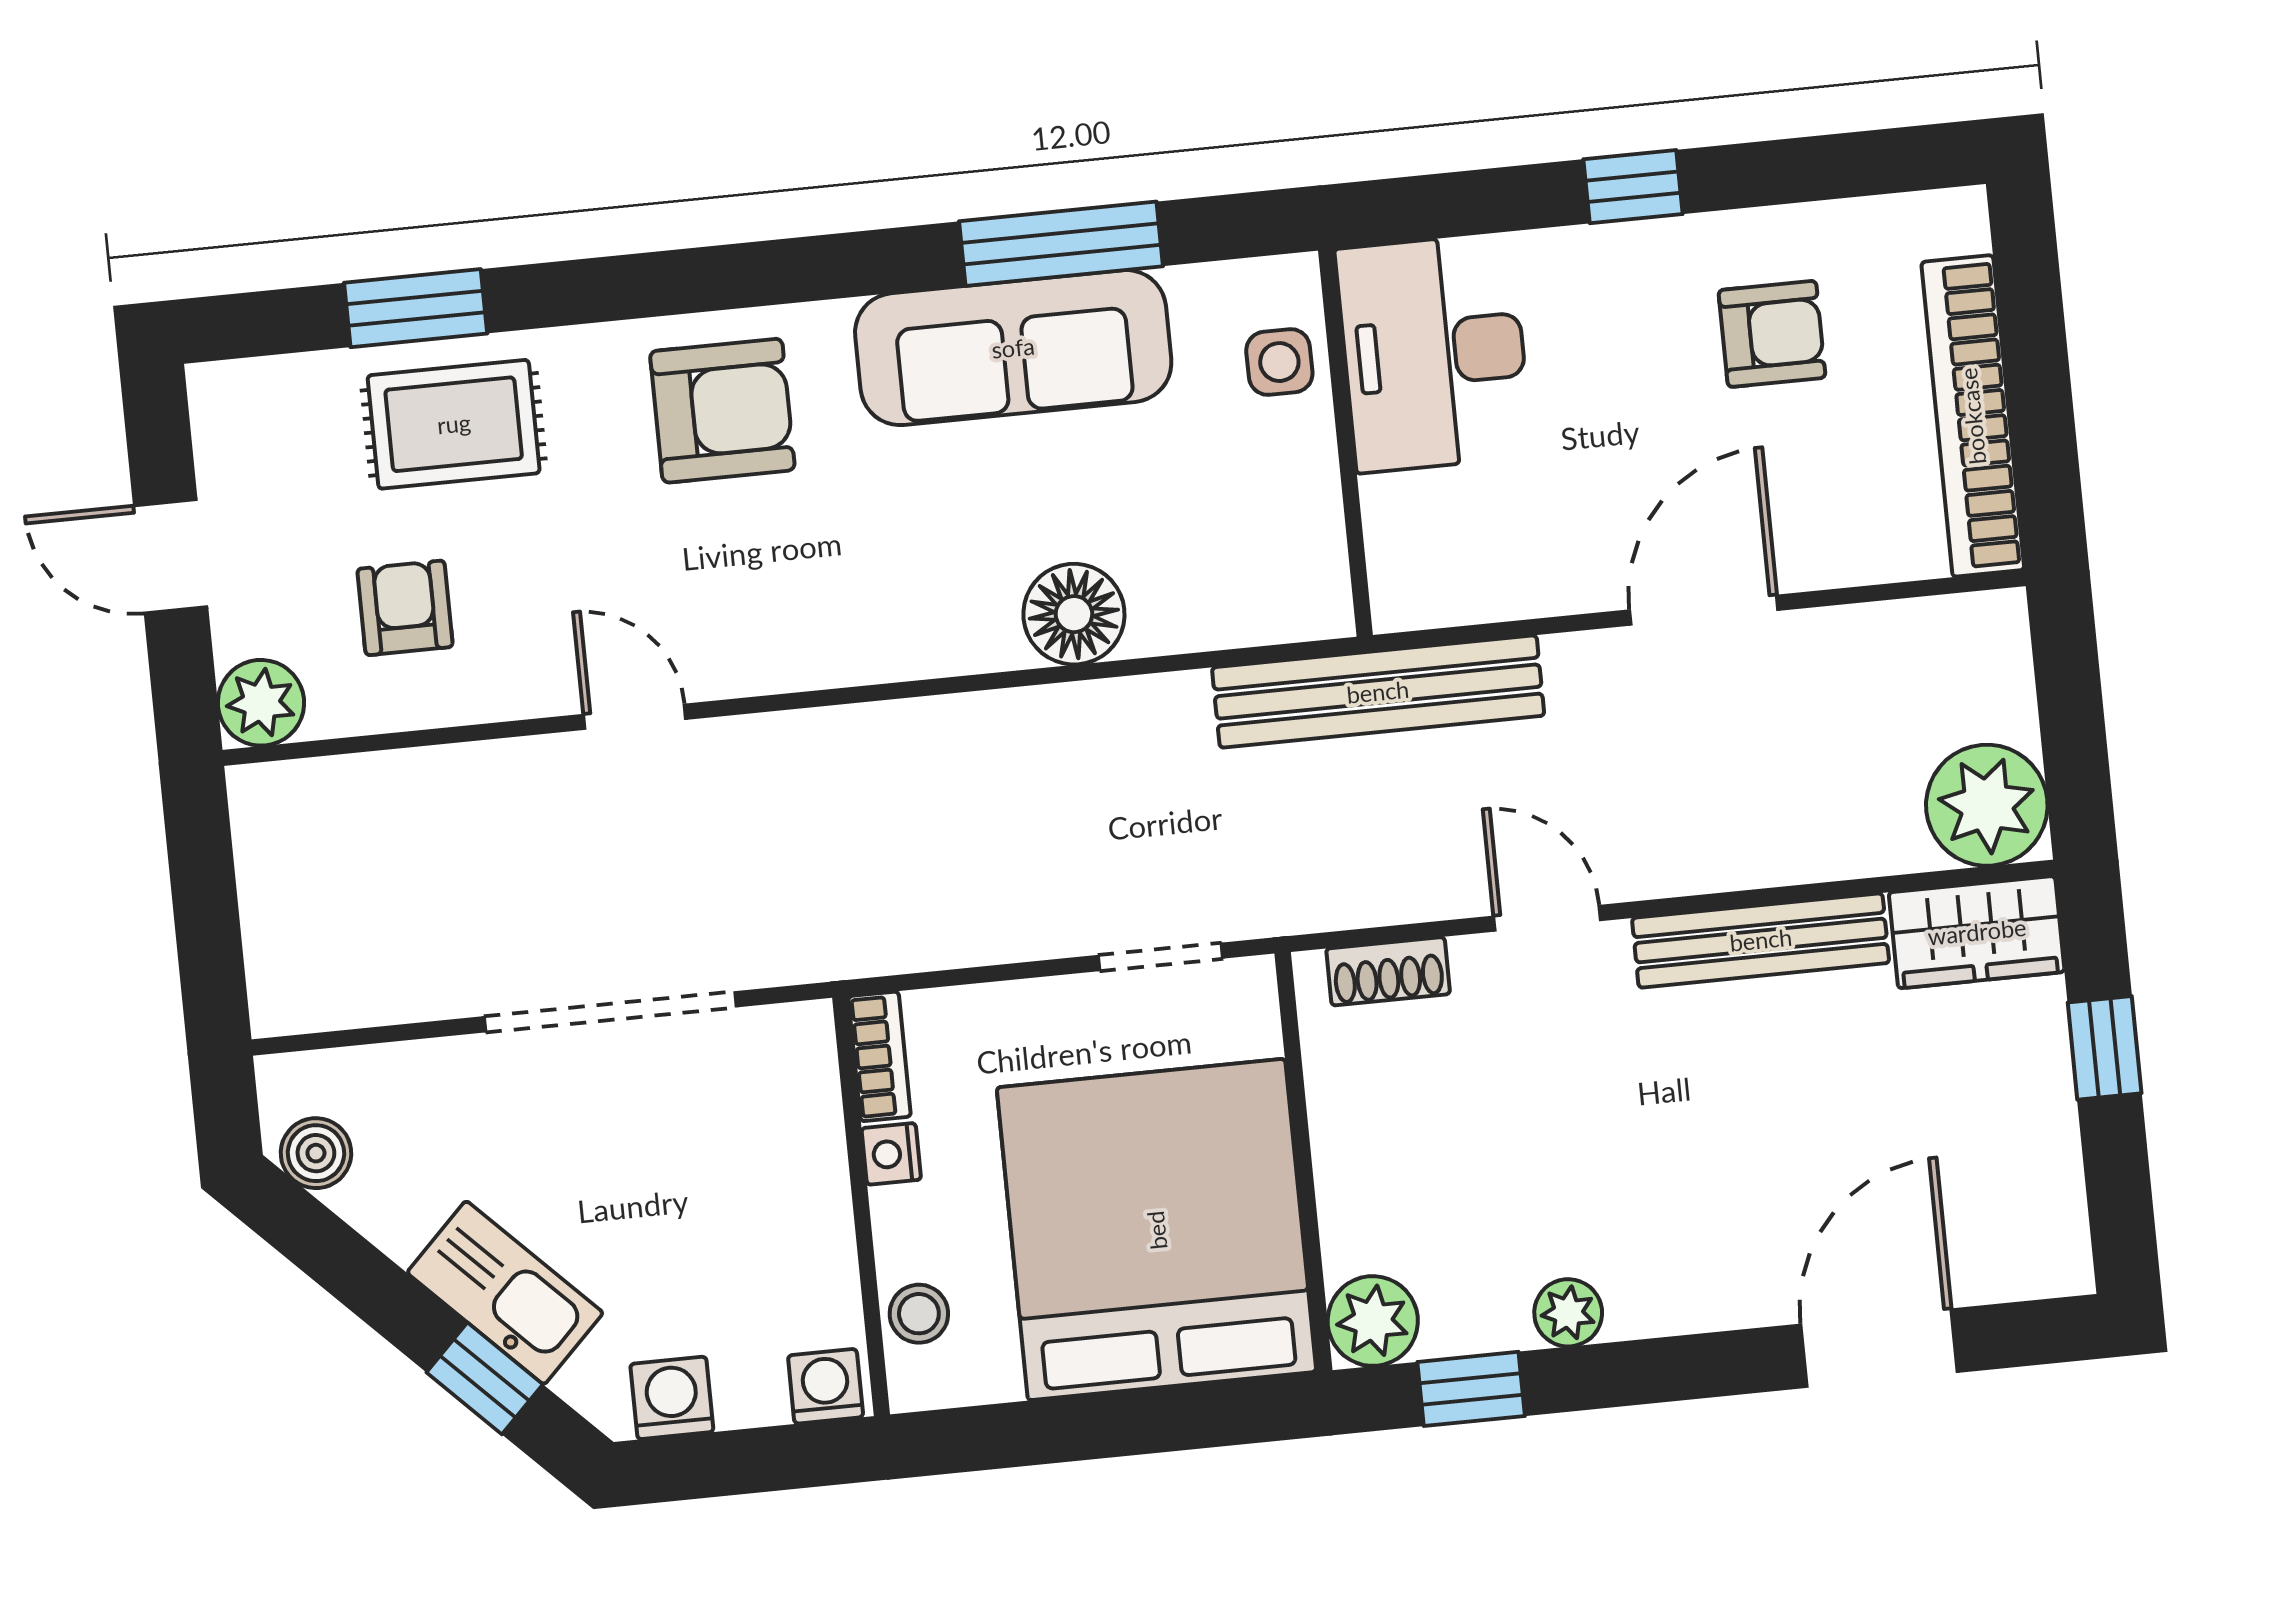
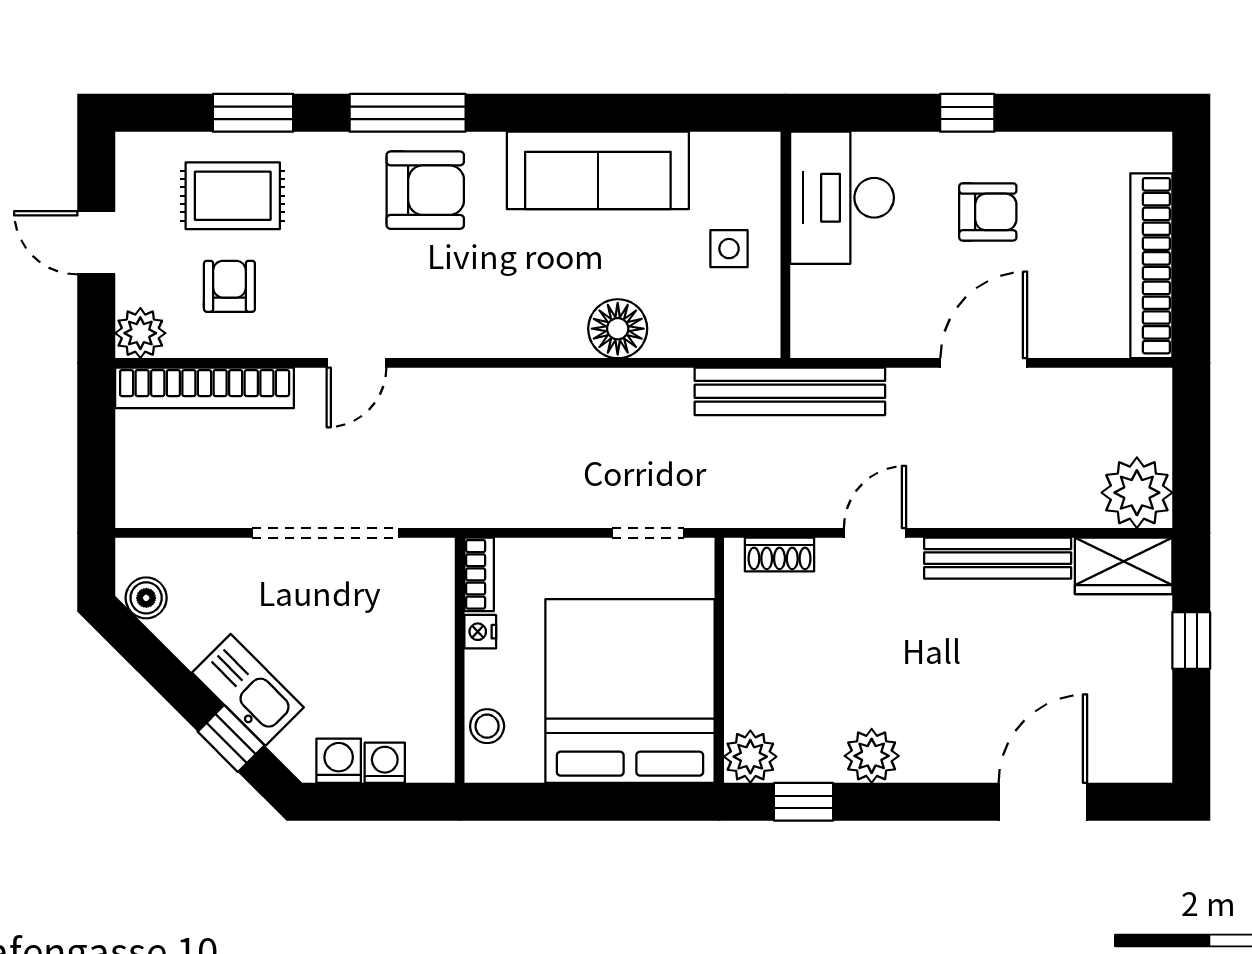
window: (1061, 244) -> (408, 113), moved
armchair: (1772, 334) -> (988, 212), moved
side table: (1279, 362) -> (729, 249), moved
rug: (454, 424) -> (233, 196), moved
door: (635, 717) -> (357, 363), swing flipped
bookcase: (380, 785) -> (205, 388), added
door: (1547, 918) -> (875, 533), hinge flipped
plant: (1568, 1313) -> (872, 756), width x1.38, depth x1.38
washing machine: (826, 1386) -> (385, 763), moved

